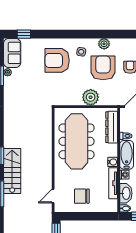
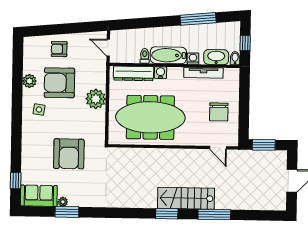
armchair: (57, 60) -> (69, 154), moved
water cooler: (113, 162) -> (160, 73), moved

